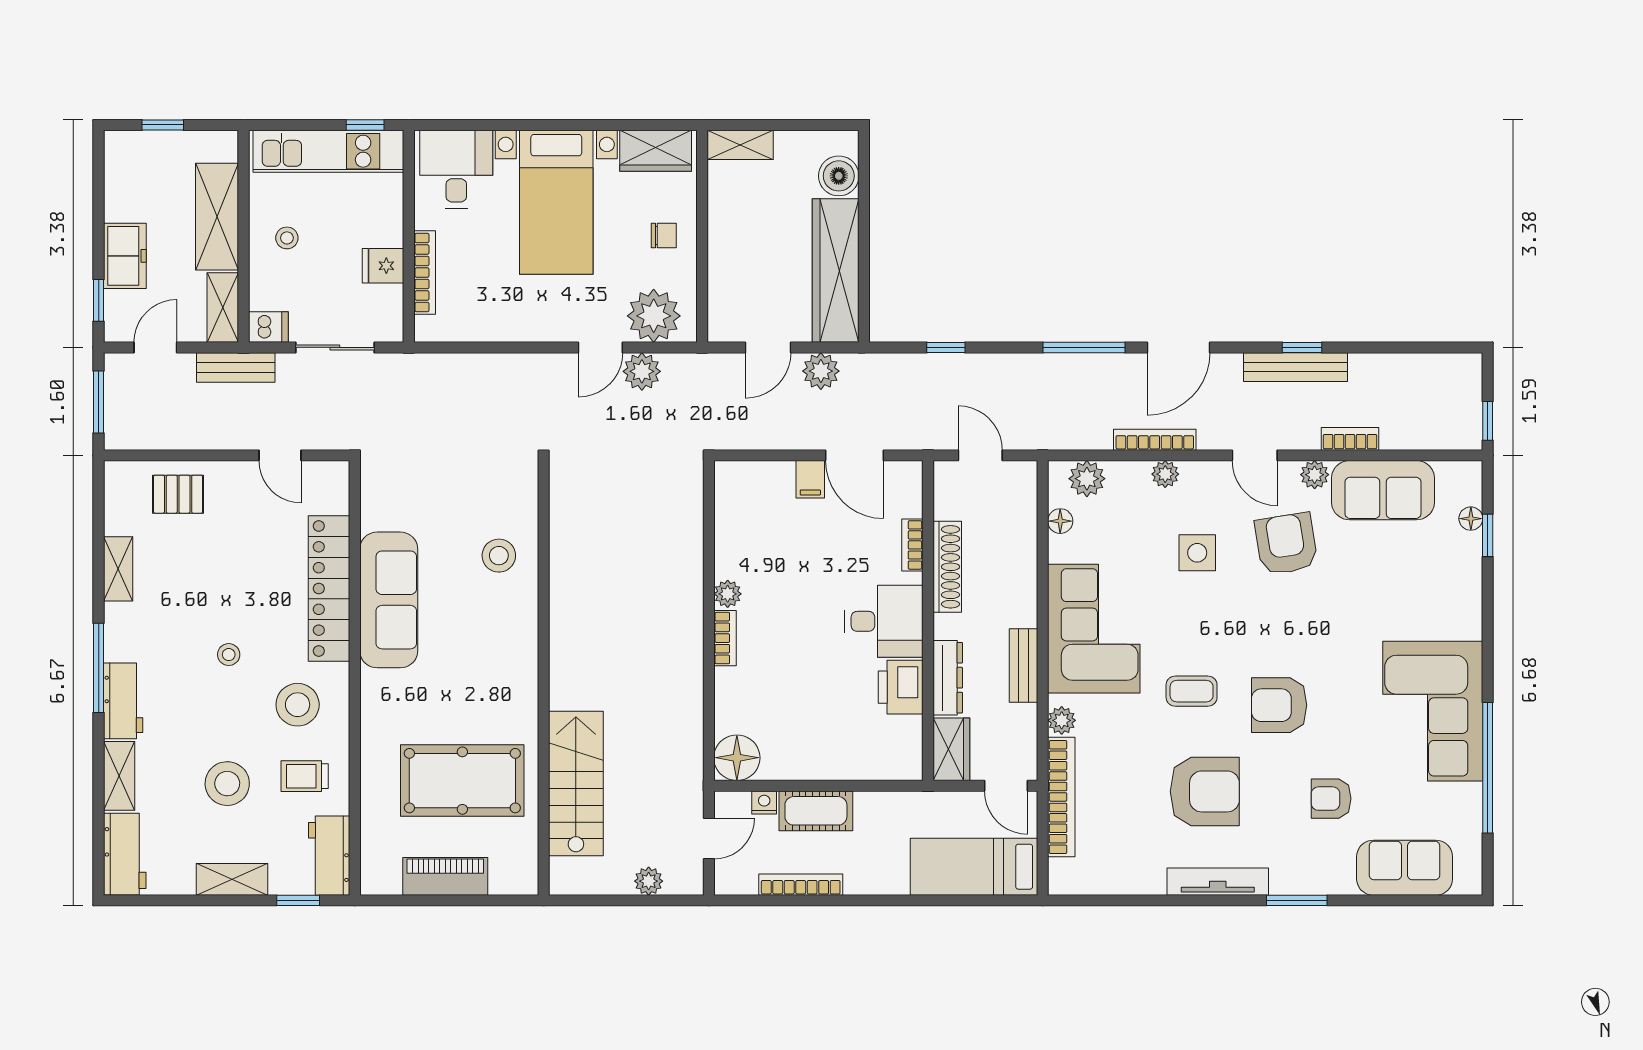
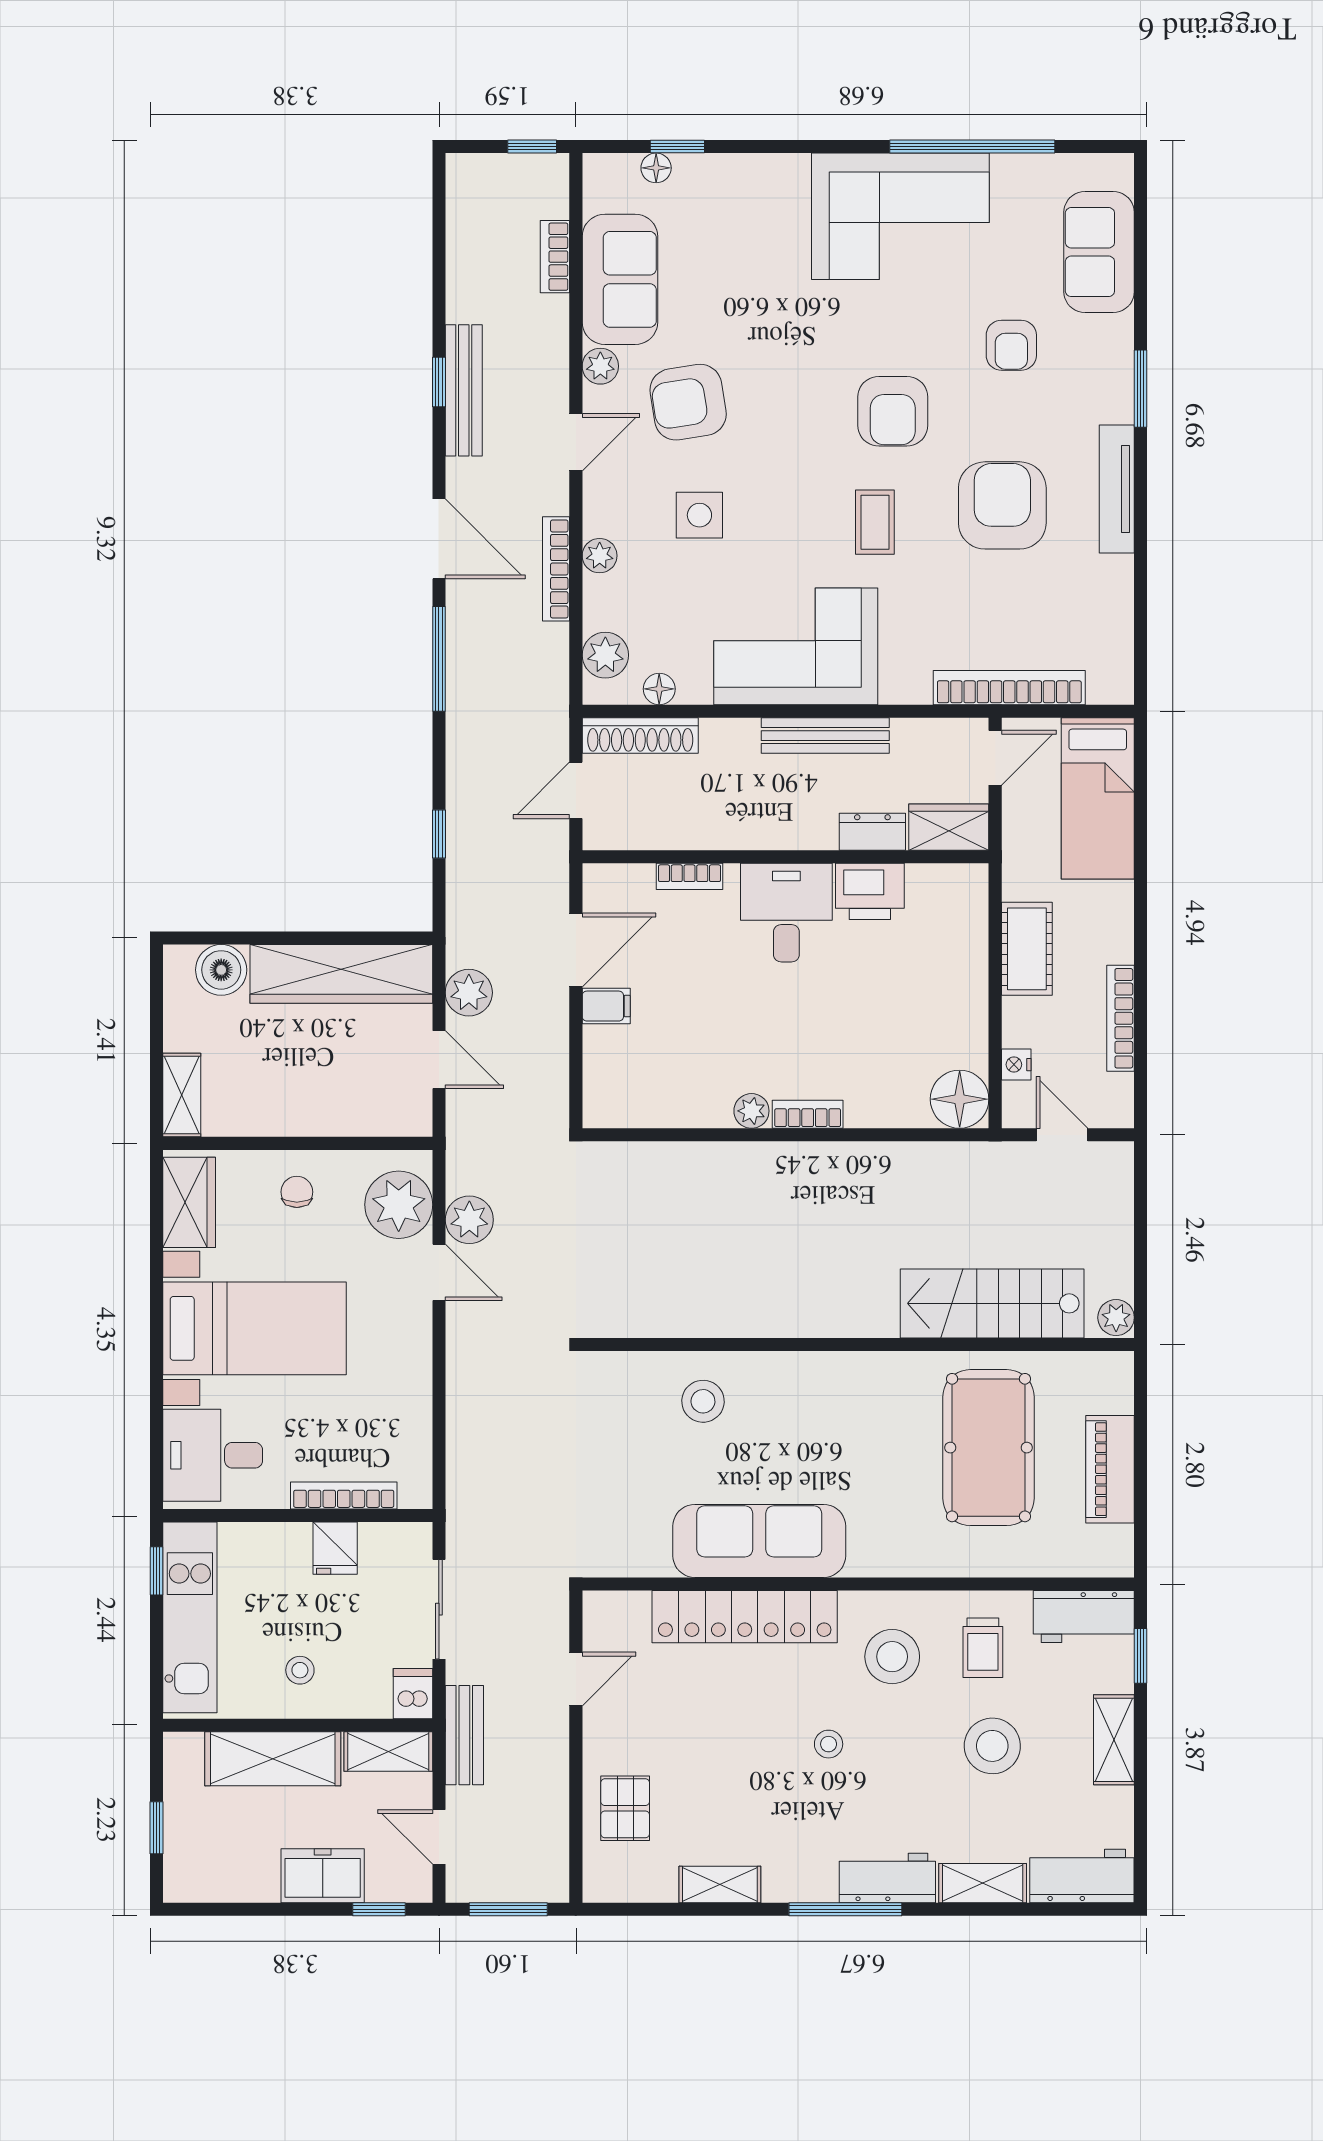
bookcase: (1350, 439) -> (555, 257), moved
shoe rack: (947, 567) -> (640, 736), moved, turned 180
bench: (1023, 665) -> (825, 736), width x1.36
dresser: (948, 678) -> (872, 832), width x0.70
plant: (1062, 720) -> (912, 687), removed
cot: (816, 811) -> (1027, 949), moved
plant: (649, 881) -> (1116, 1318), moved

